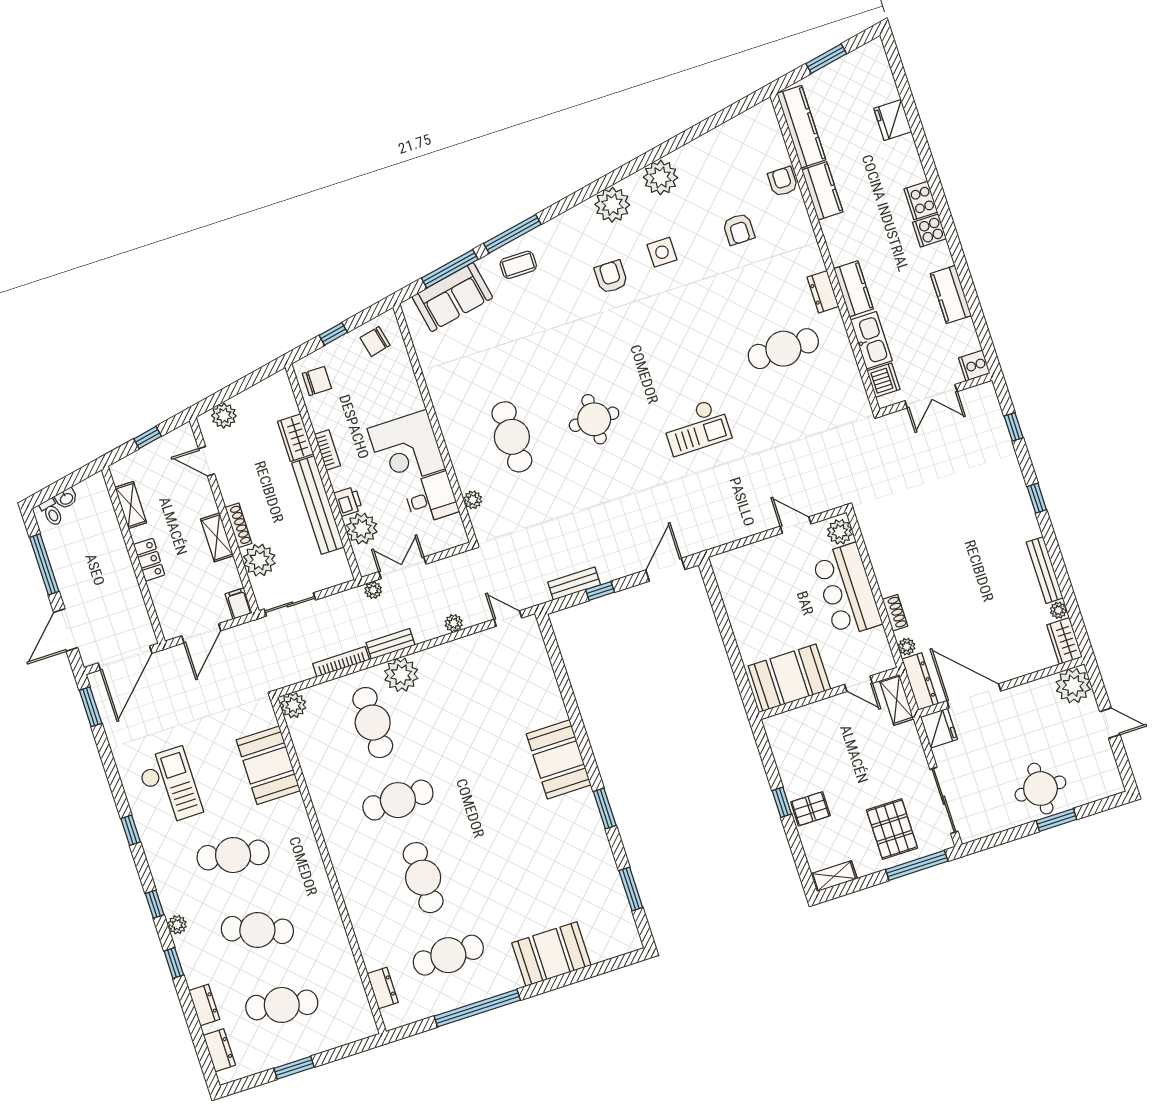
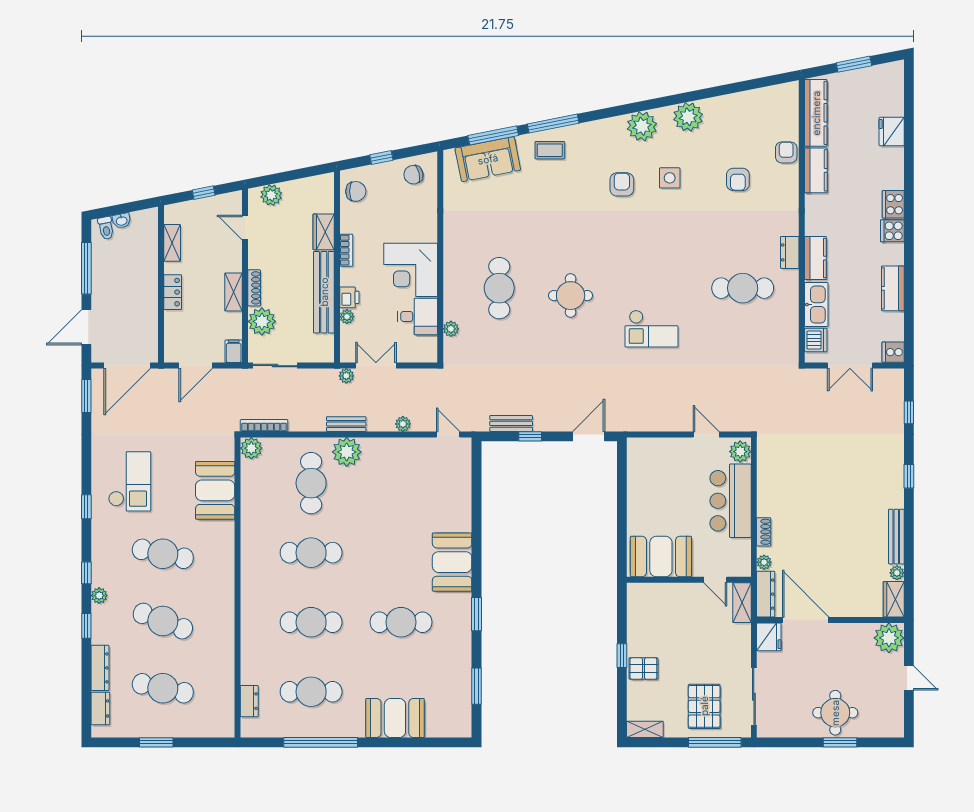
plant: (362, 529) -> (347, 317), width x0.53, depth x0.53
bookcase: (341, 662) -> (264, 426), moved
cafe table: (523, 845) -> (401, 622), added
cafe table: (423, 878) -> (311, 622), turned 90
dresser: (204, 1005) -> (100, 668), width x1.44

